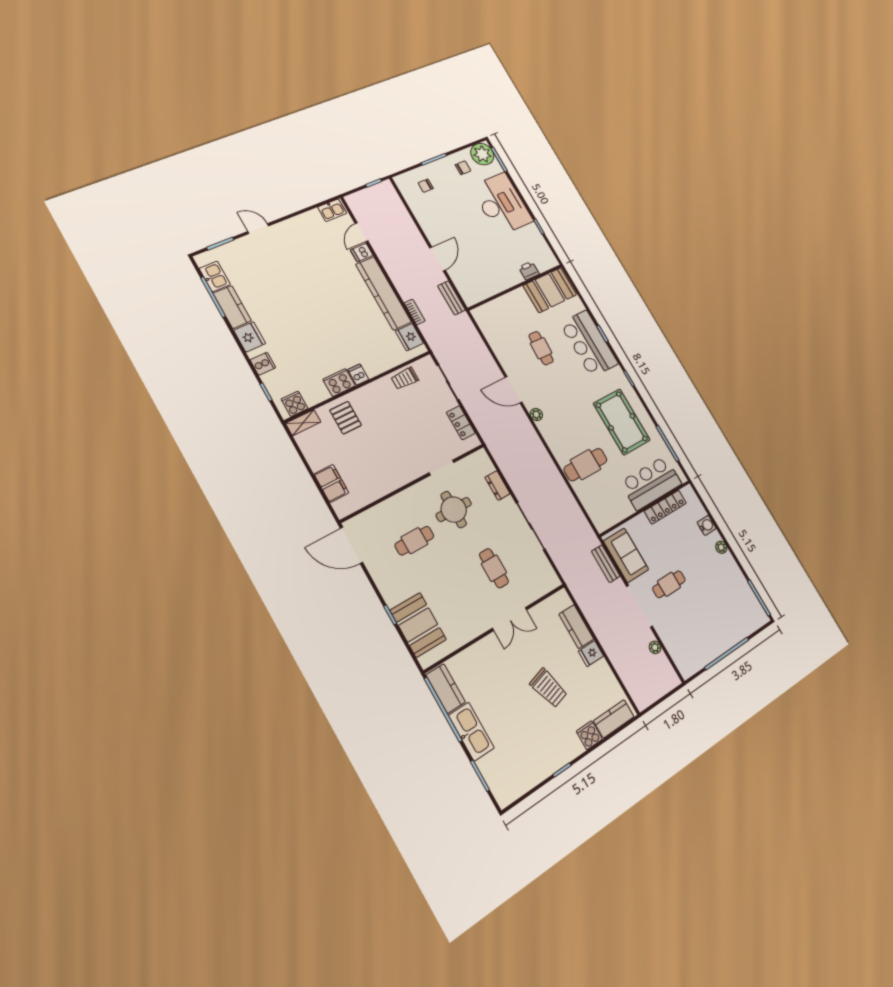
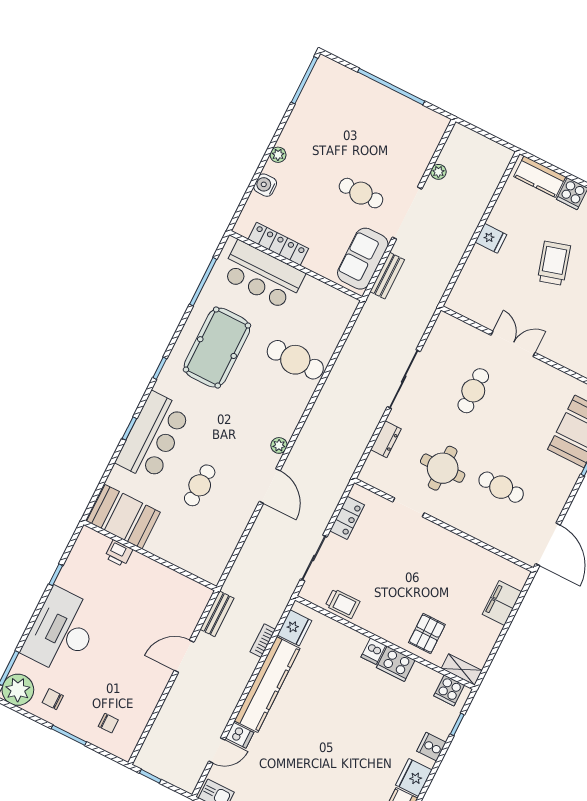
kitchen counter: (576, 627) -> (474, 270), removed

